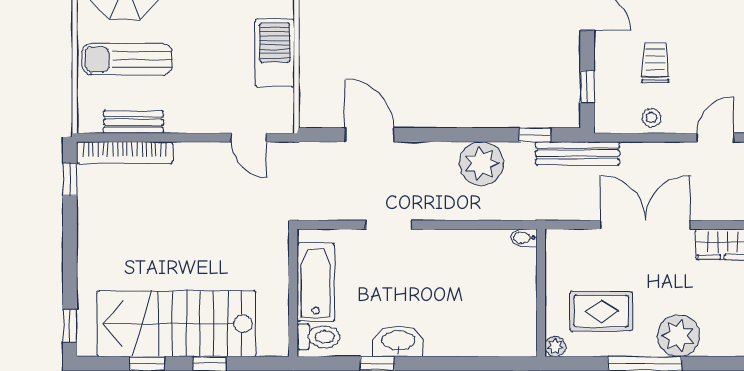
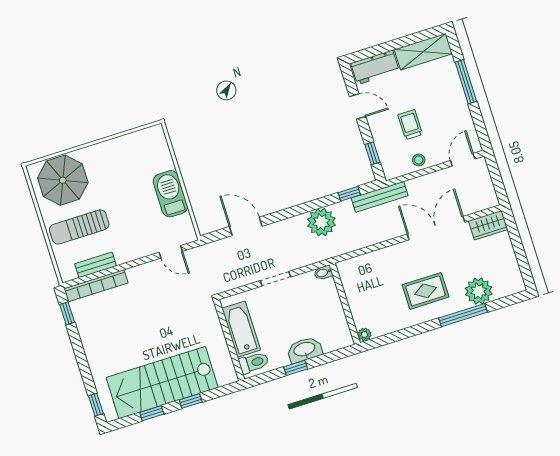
bidet: (524, 238) -> (323, 273), moved
wall: (541, 293) -> (345, 304), moved
plant: (555, 346) -> (364, 334), moved

